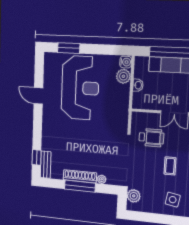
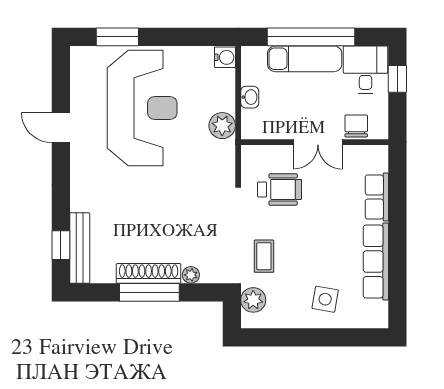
plant: (123, 76) -> (222, 126), moved
bench: (46, 165) -> (80, 248), width x1.36
coffee table: (170, 166) -> (264, 256), moved

